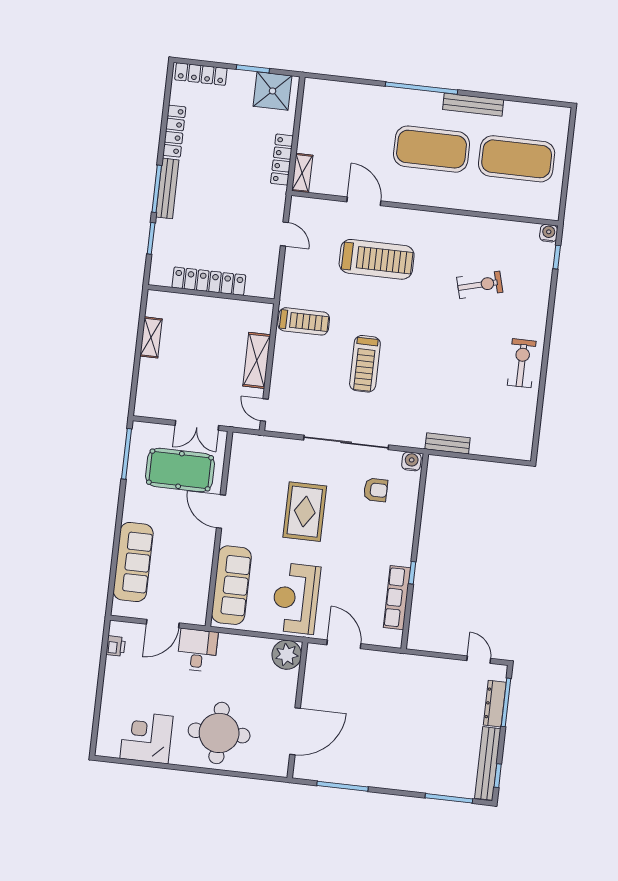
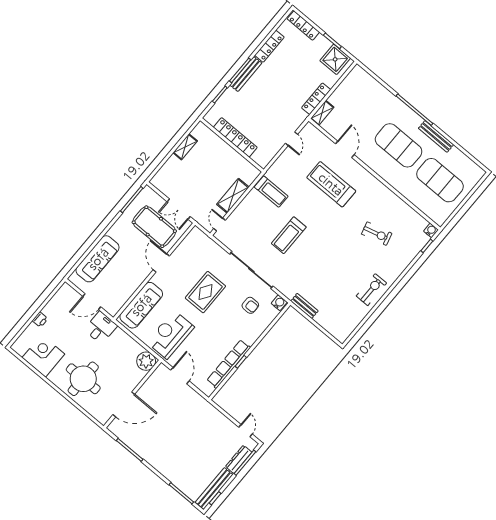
treadmill: (377, 259) -> (331, 184), turned 180
row of seats: (397, 598) -> (229, 364), width x1.36
printer: (116, 646) -> (40, 320), moved

